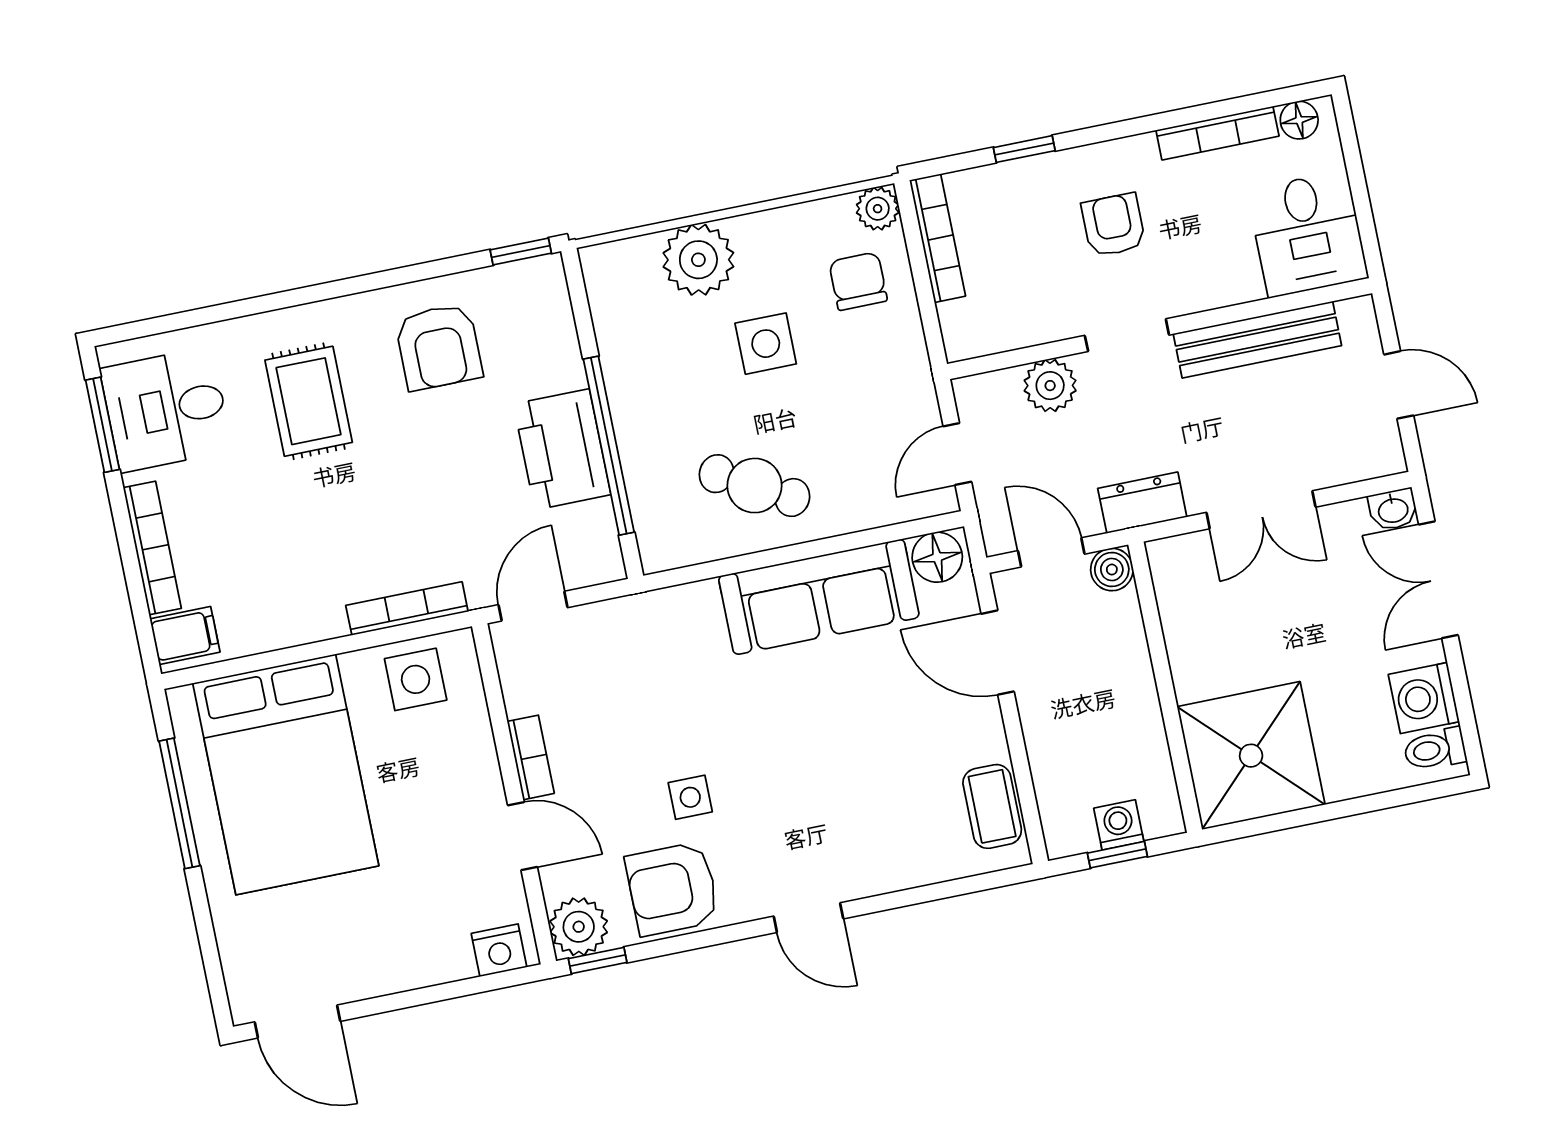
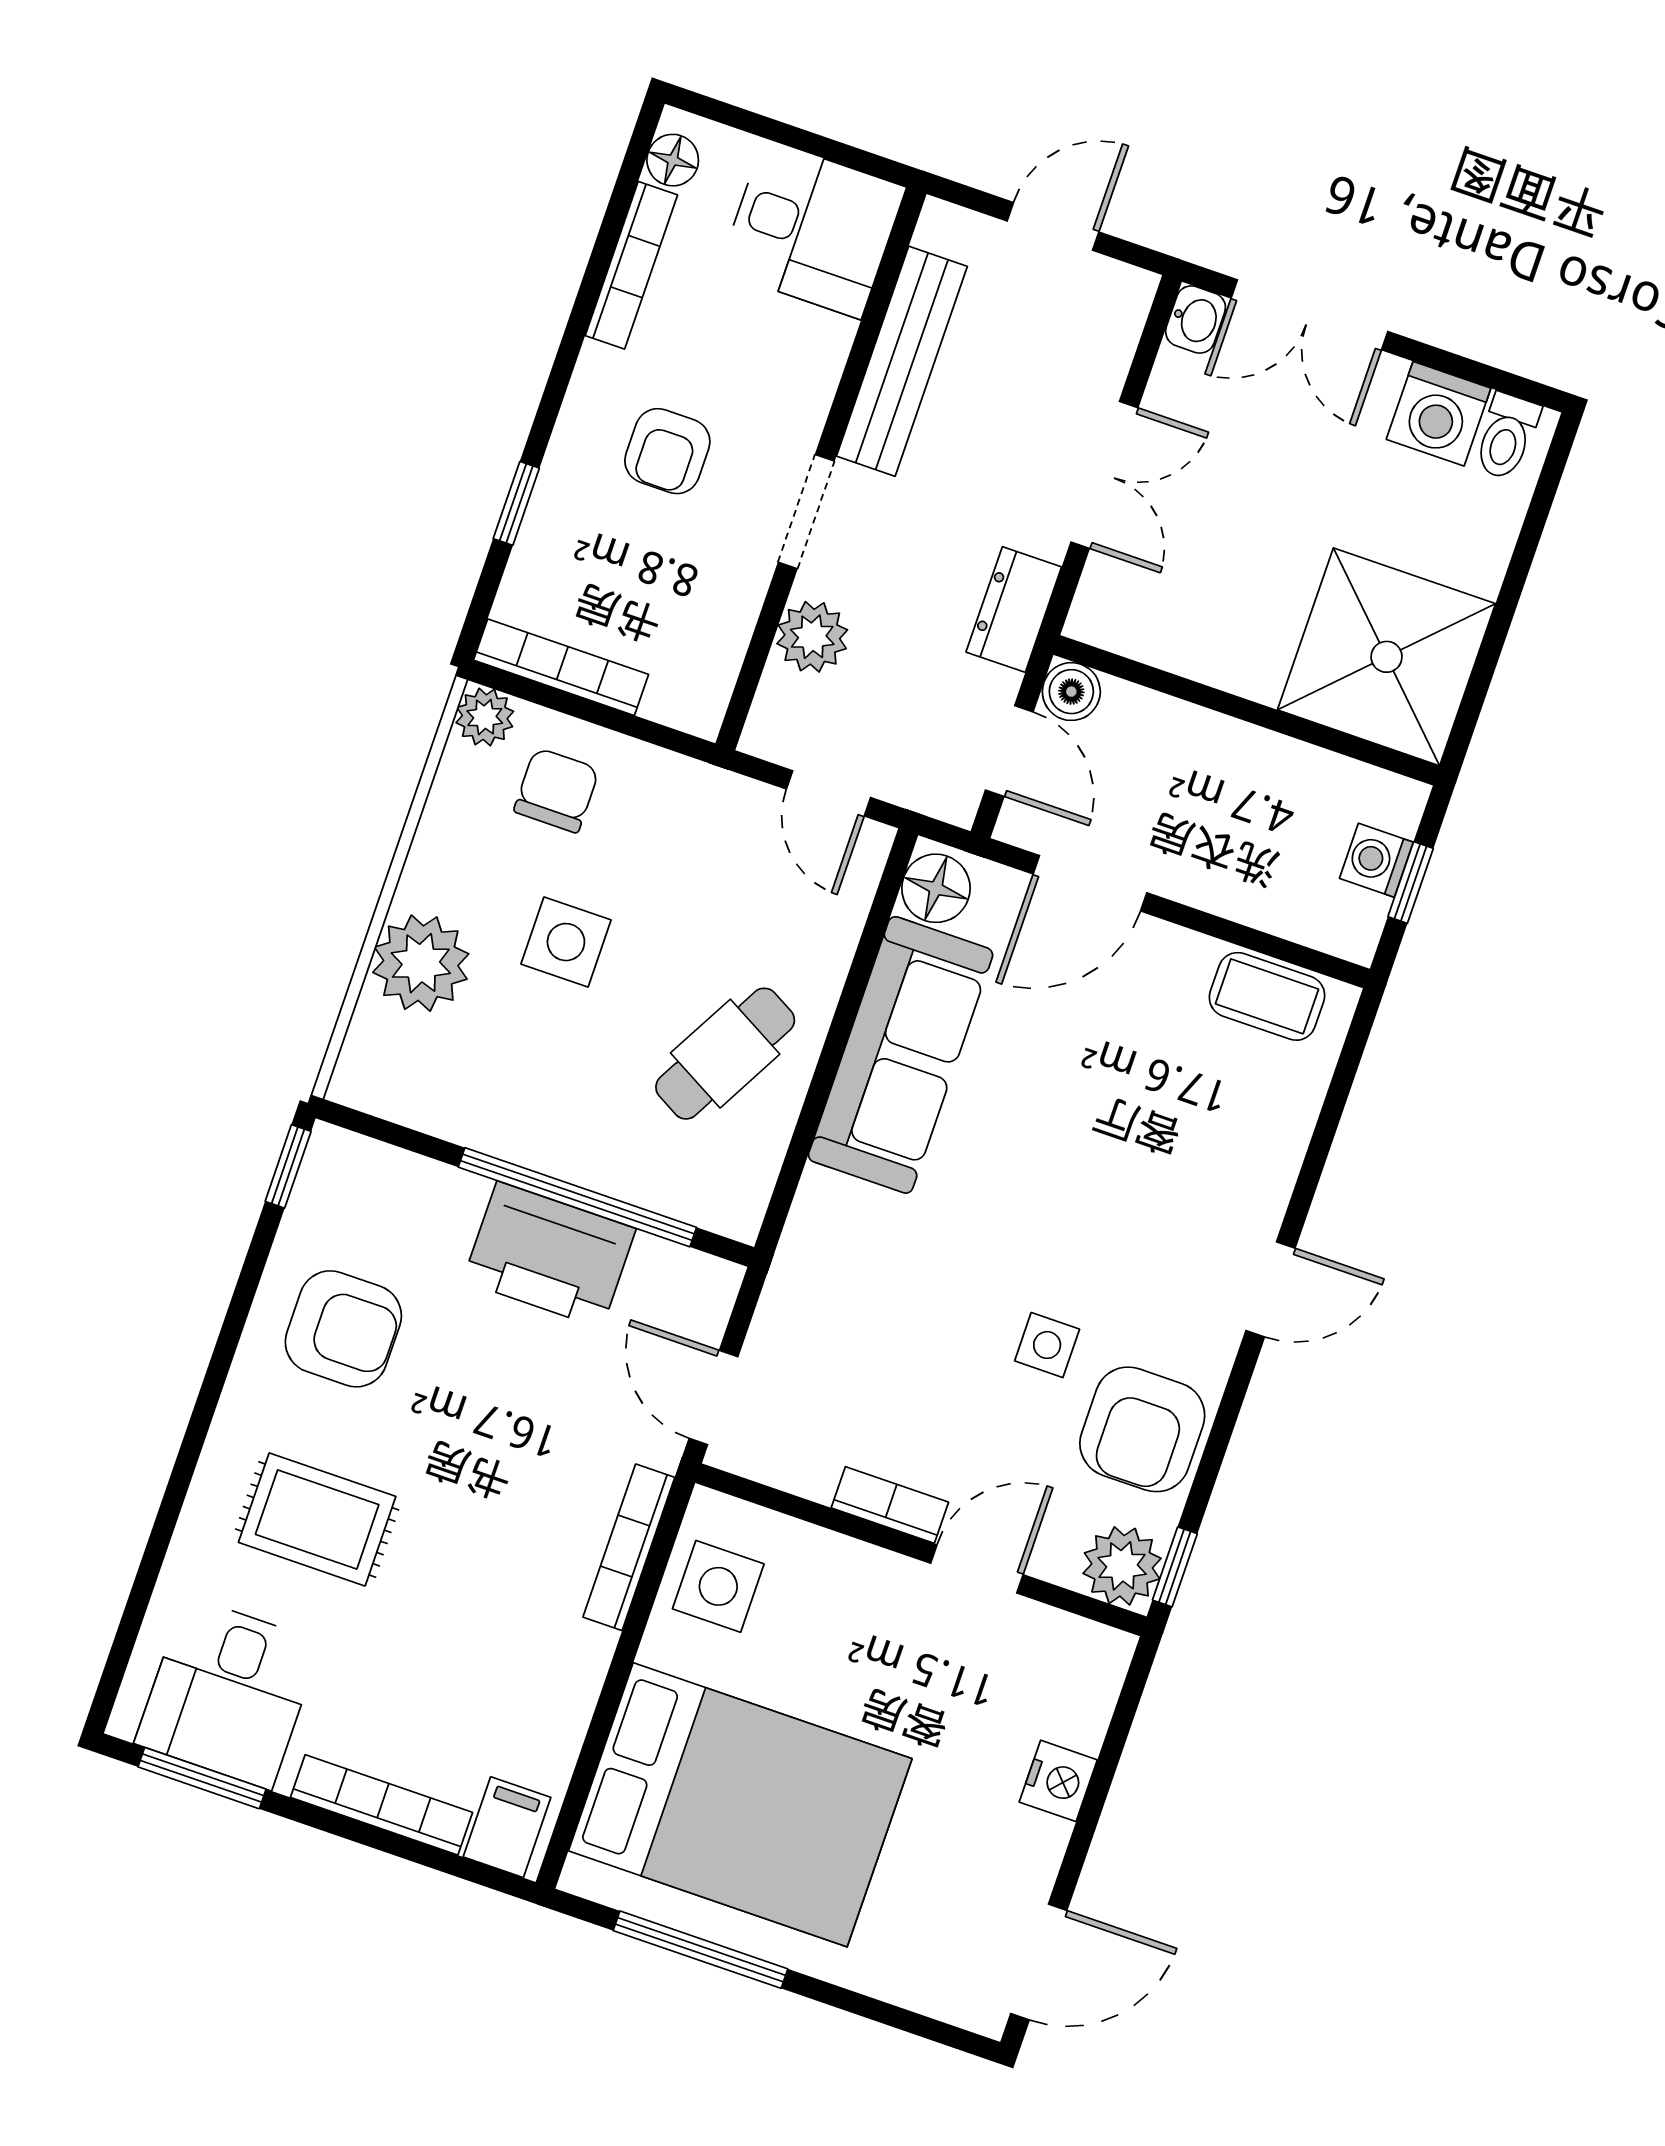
armchair: (1113, 225) -> (667, 451), turned -90
chair: (858, 281) -> (557, 790), turned 90
door: (1051, 552) -> (1009, 751), swing flipped
nightstand: (499, 950) -> (1058, 1781), moved

